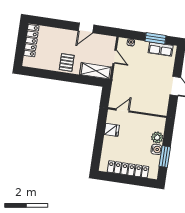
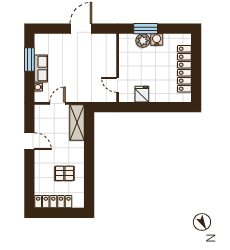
row of seats: (161, 49) -> (41, 68), moved
pallet: (67, 62) -> (64, 173), moved
window: (165, 157) -> (146, 29), moved

